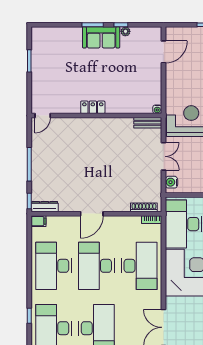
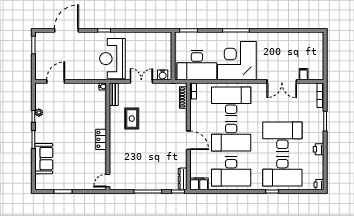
sofa: (101, 37) -> (44, 159), moved
door: (163, 52) -> (56, 81), hinge flipped
door: (43, 116) -> (108, 181), swing flipped
rug: (118, 145) -> (132, 119), added
filing cabinet: (39, 221) -> (199, 184), width x2.00

